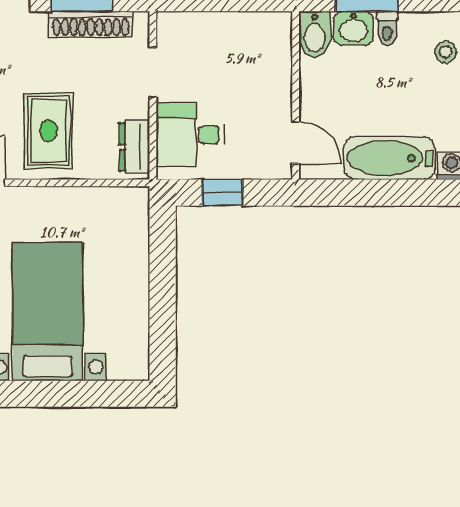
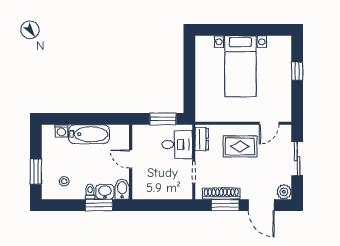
rug: (49, 131) -> (240, 146), turned 90
door: (296, 143) -> (131, 159), moved
window: (222, 193) -> (163, 119), width x1.50

